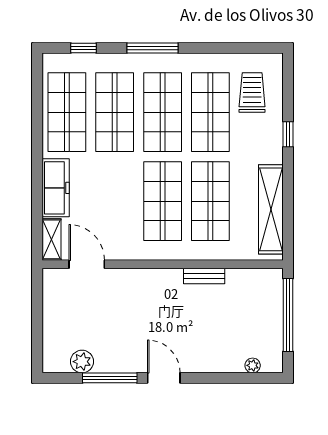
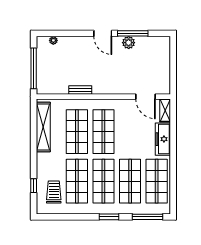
window: (83, 48) -> (147, 217), width x2.17
window: (153, 48) -> (109, 217), width x0.69
trolley: (252, 93) -> (54, 192), turned 180
window: (288, 134) -> (34, 186), moved
plant: (82, 362) -> (129, 43), moved

